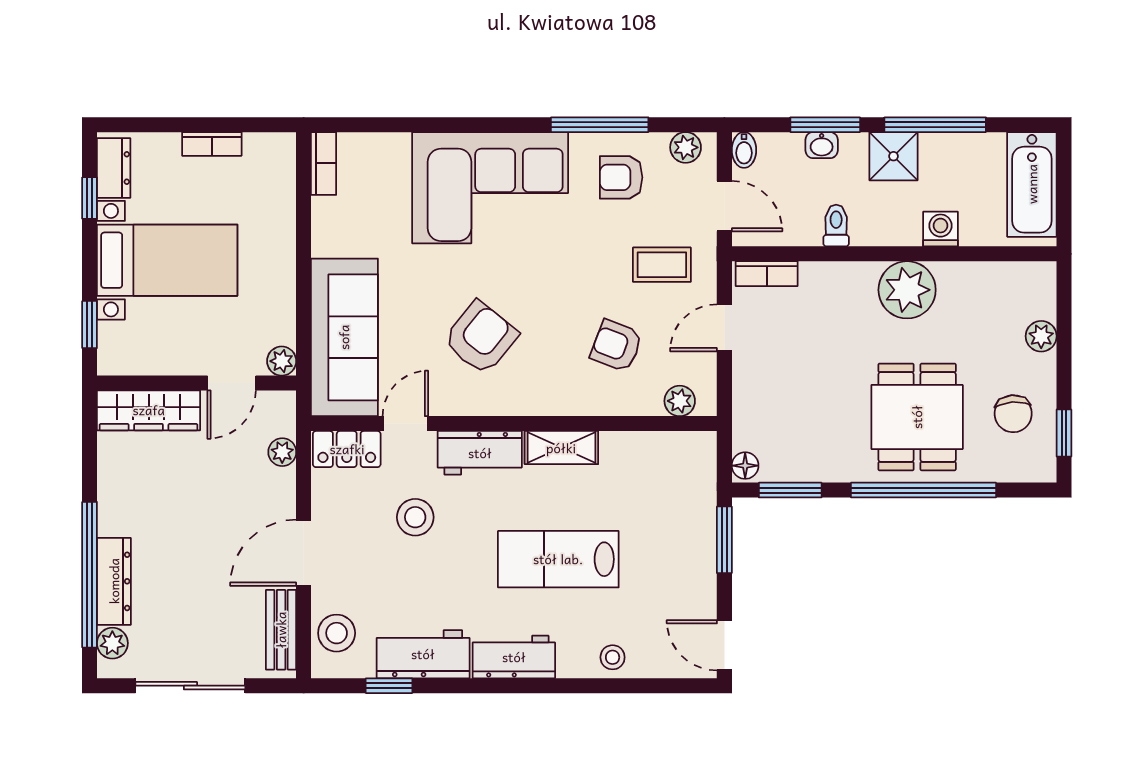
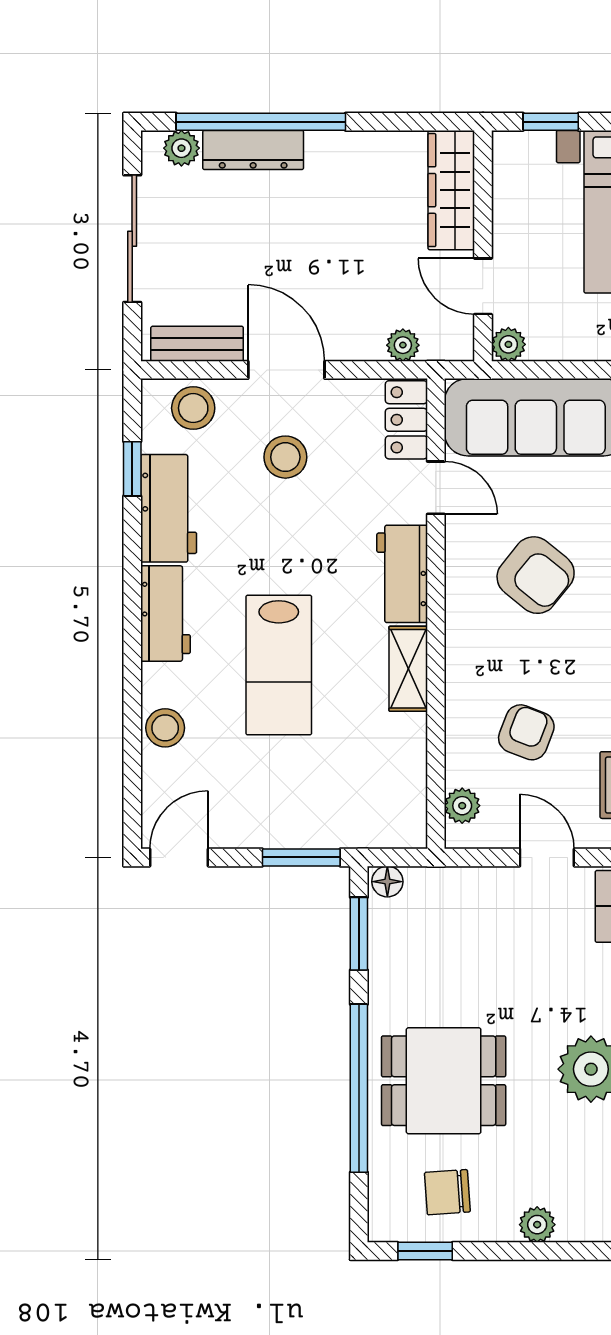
stool: (415, 517) -> (285, 457), moved
lab bench: (558, 559) -> (279, 665), turned 180
stool: (613, 657) -> (165, 728), width x1.37, depth x1.37

